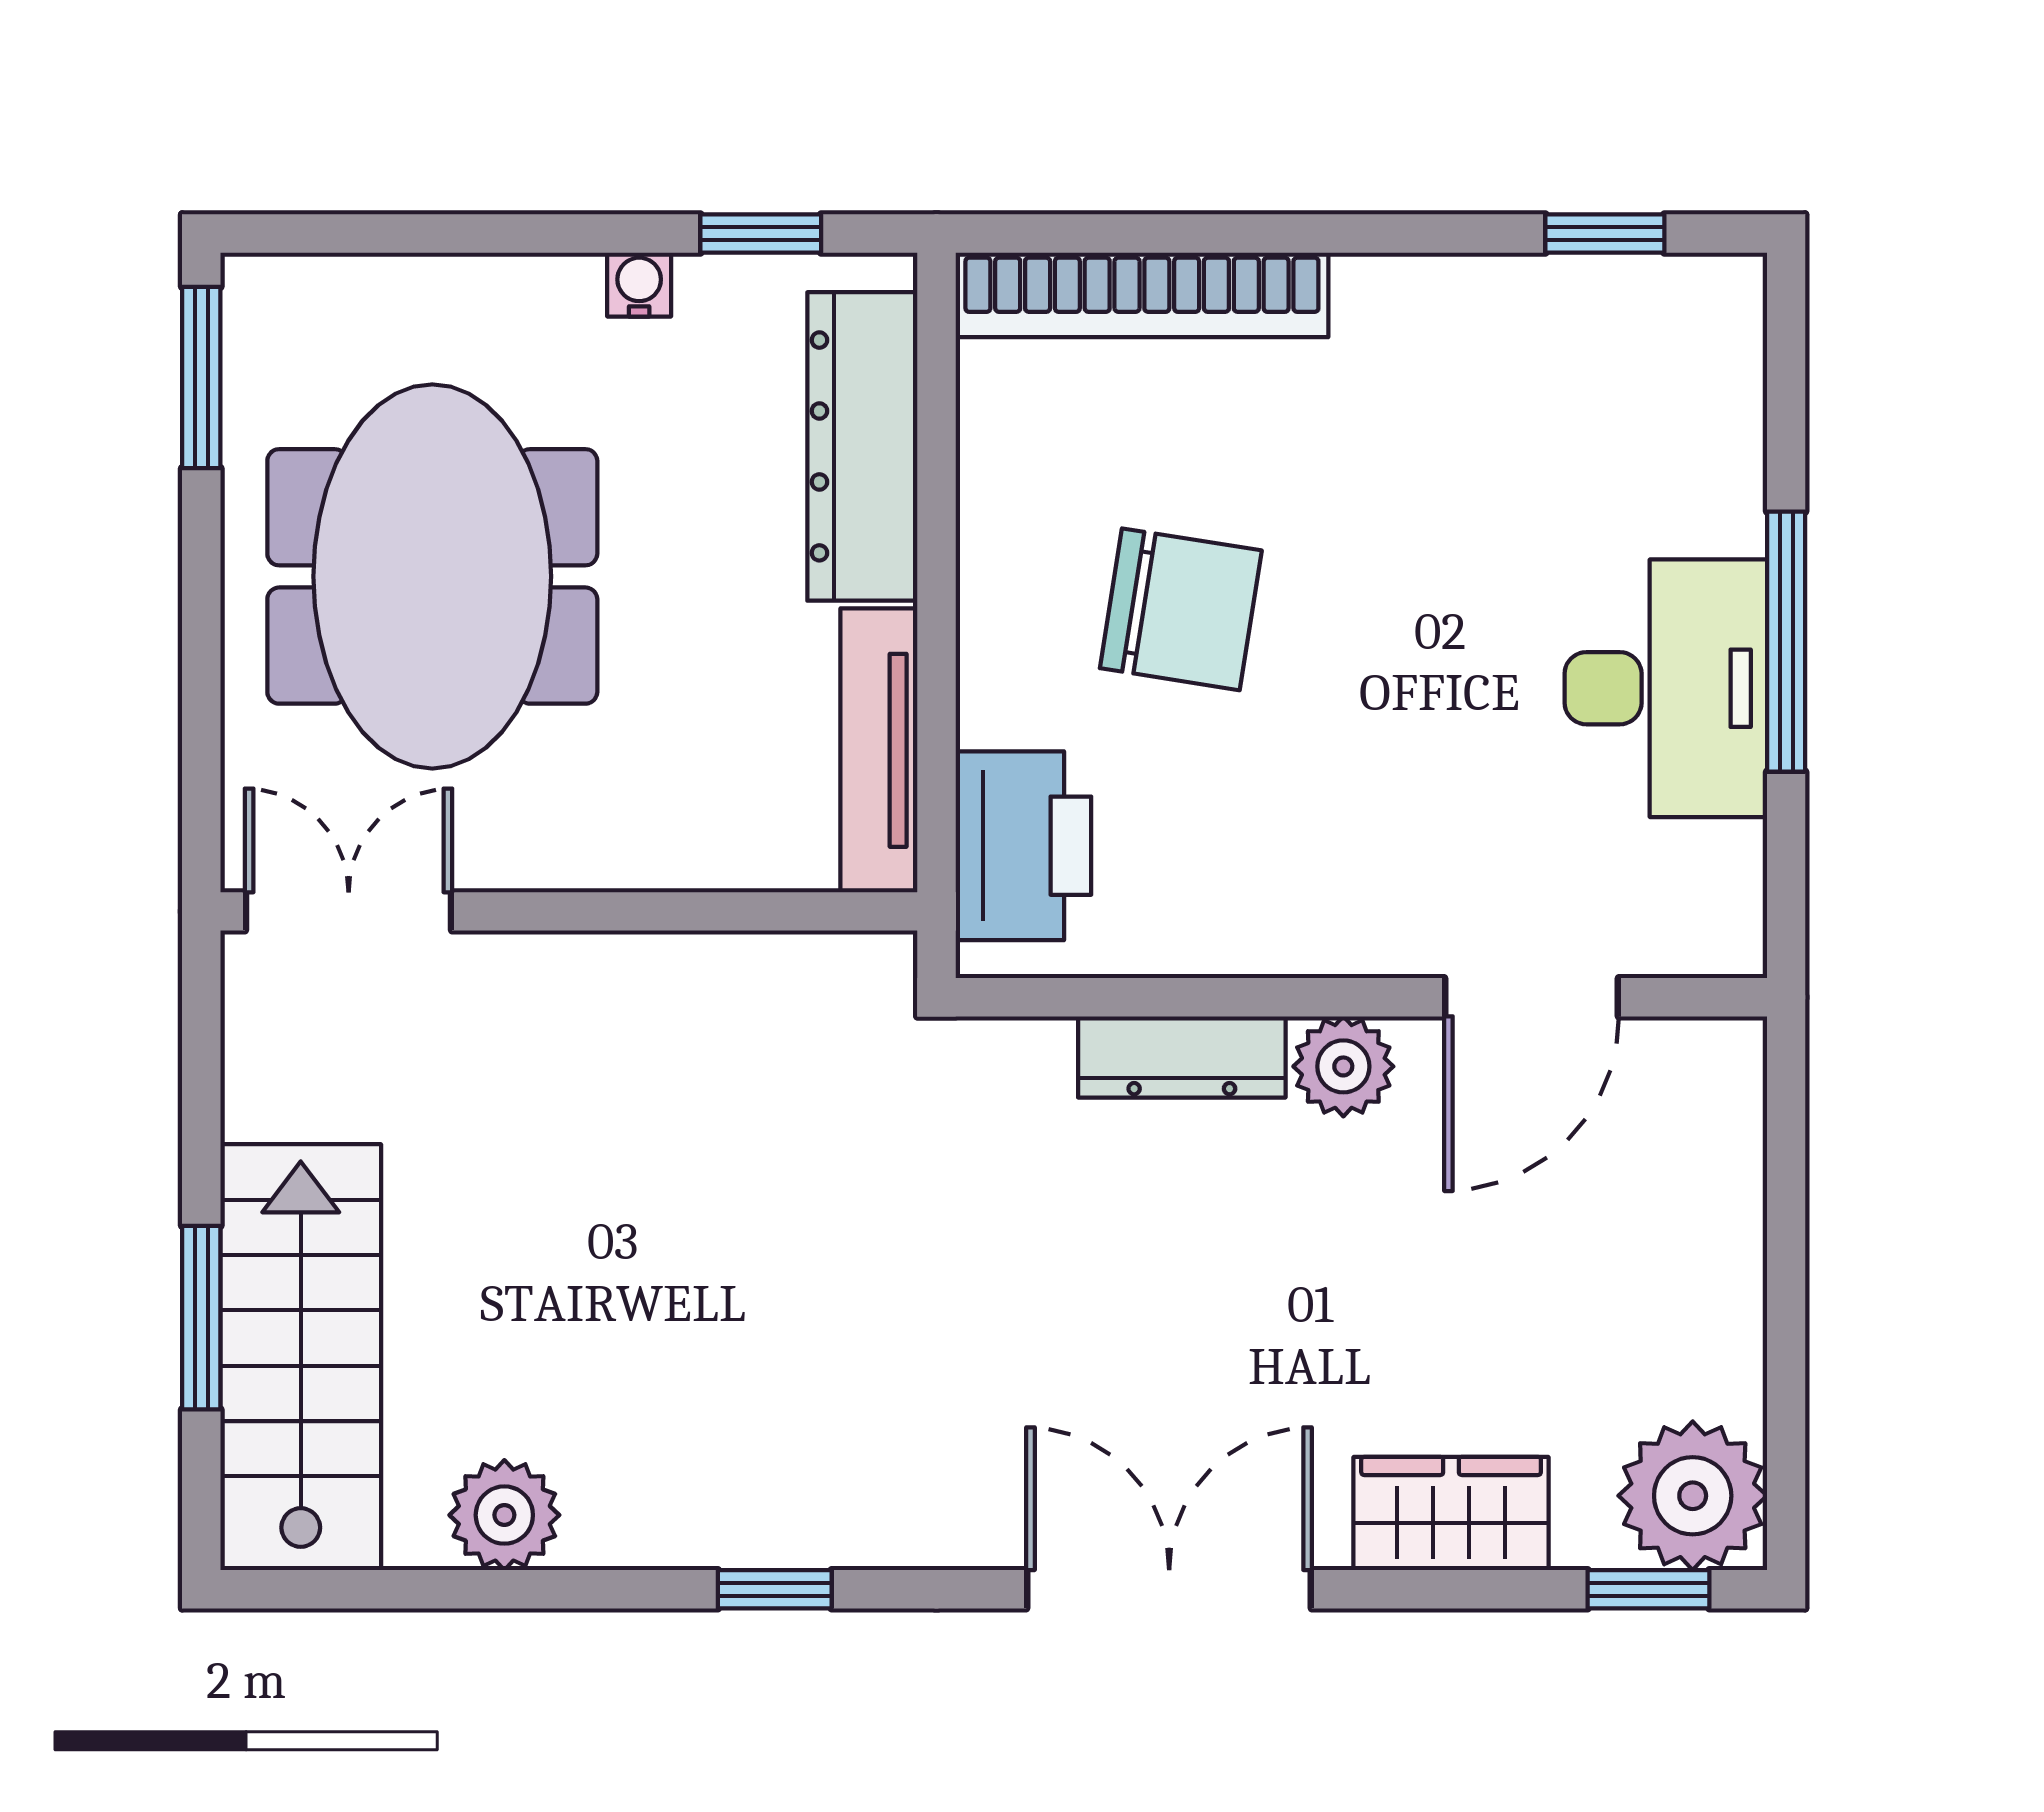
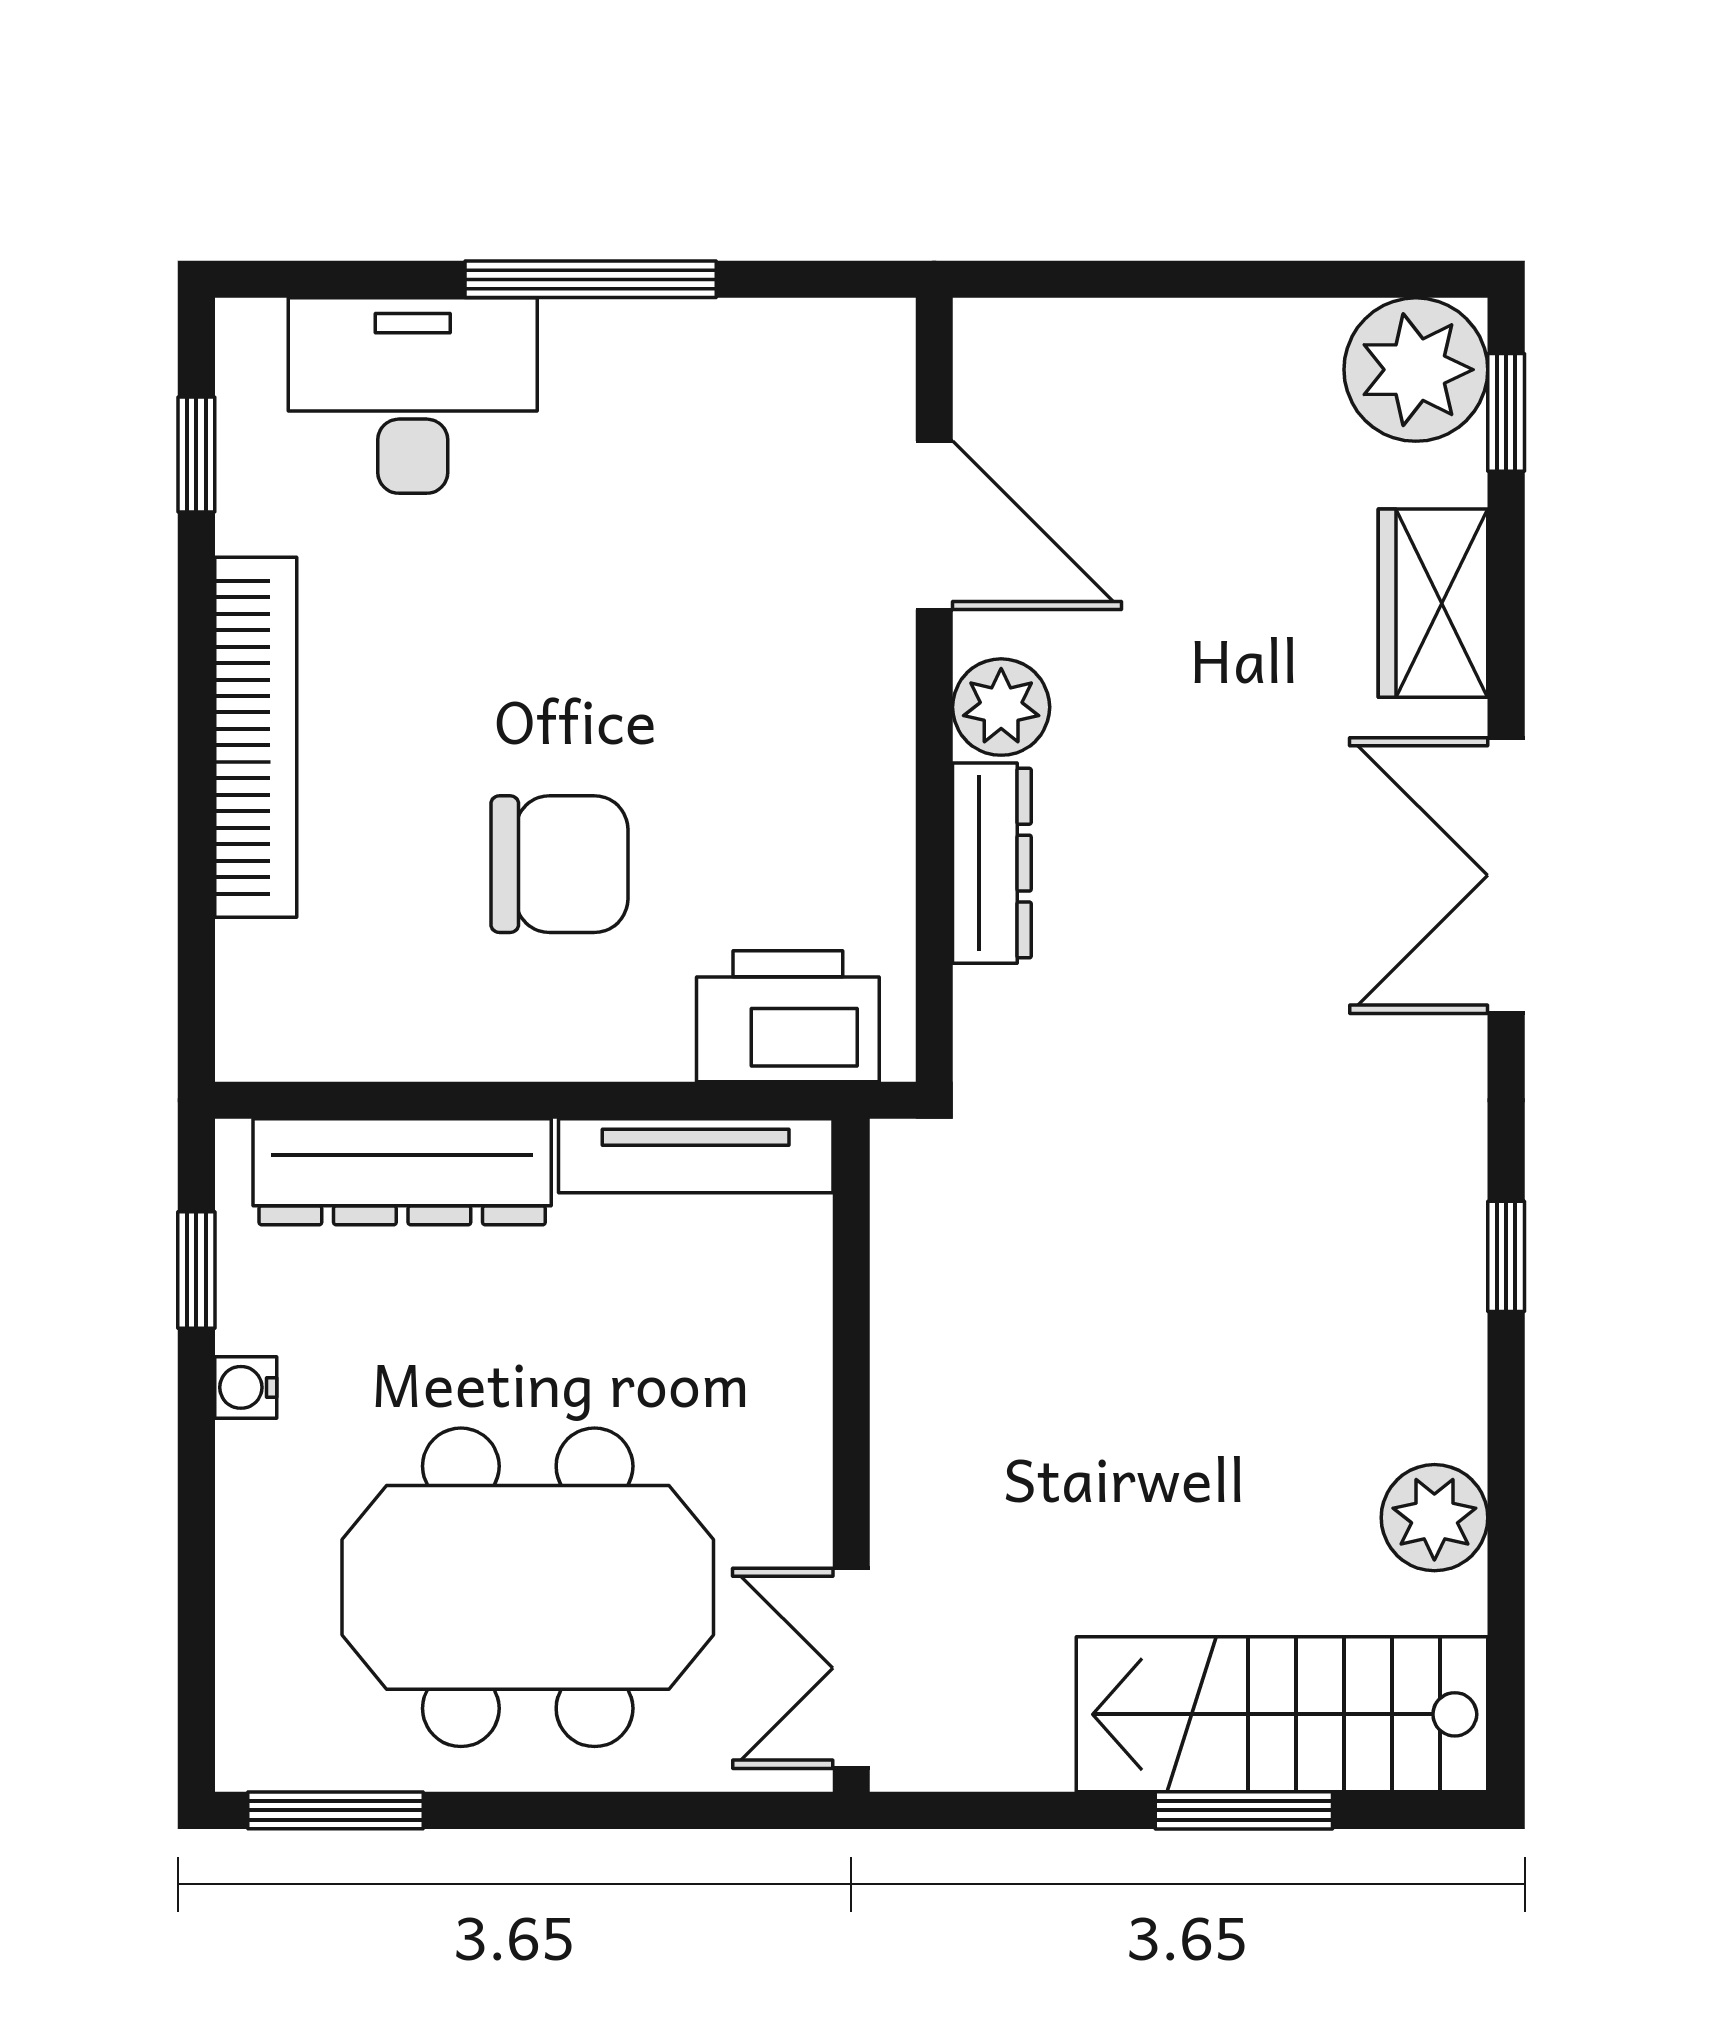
bookcase: (1142, 295) -> (256, 737), moved
chair: (1181, 609) -> (559, 864), turned 81
desk: (1666, 688) -> (413, 396), moved

